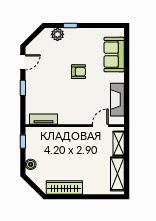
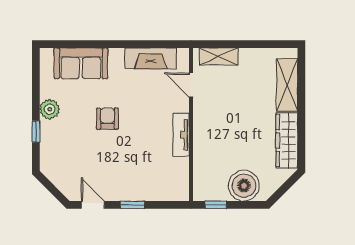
plant: (57, 34) -> (50, 109), moved
tv unit: (44, 119) -> (181, 135), moved
boiler: (31, 164) -> (244, 186), width x1.86, depth x1.86
shelving: (117, 174) -> (287, 85), moved, turned 90

